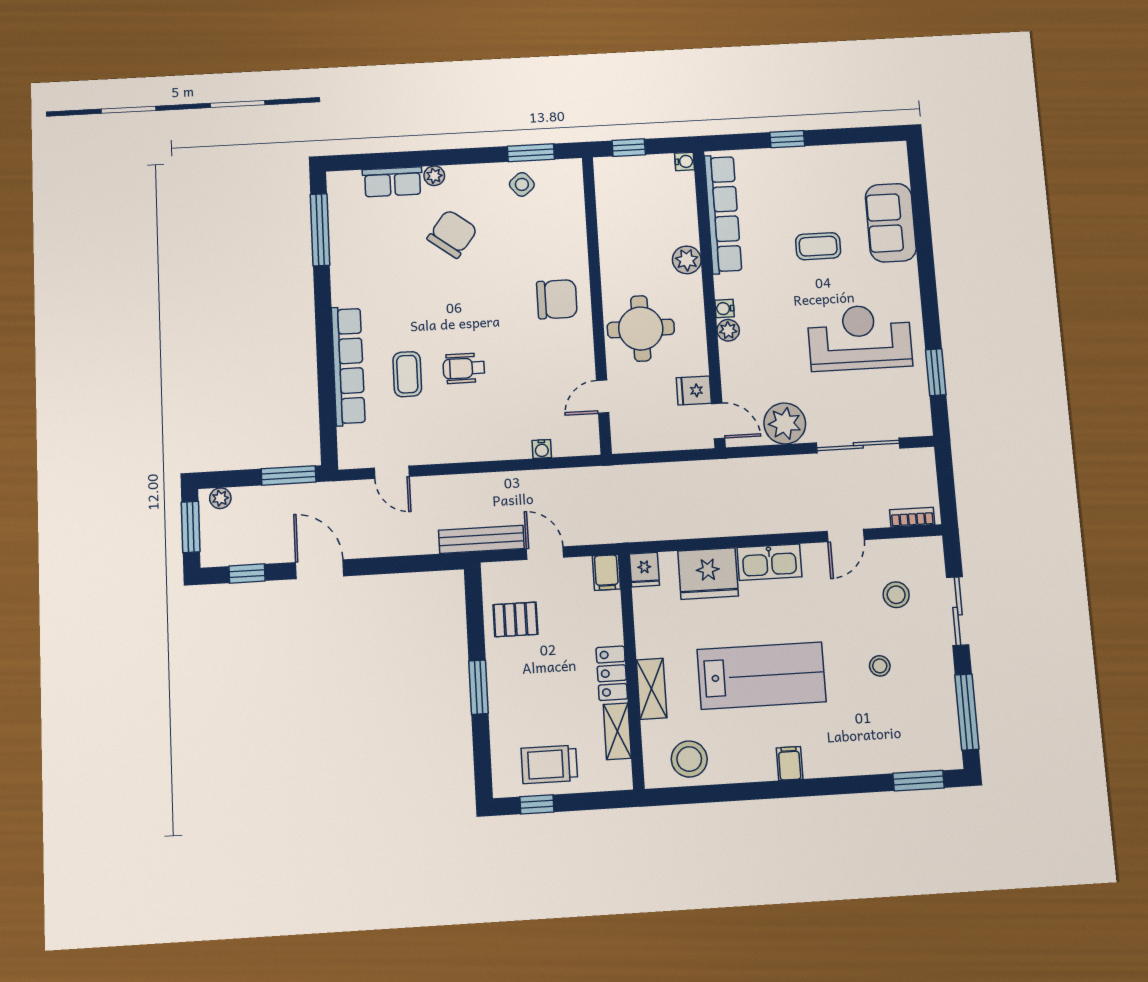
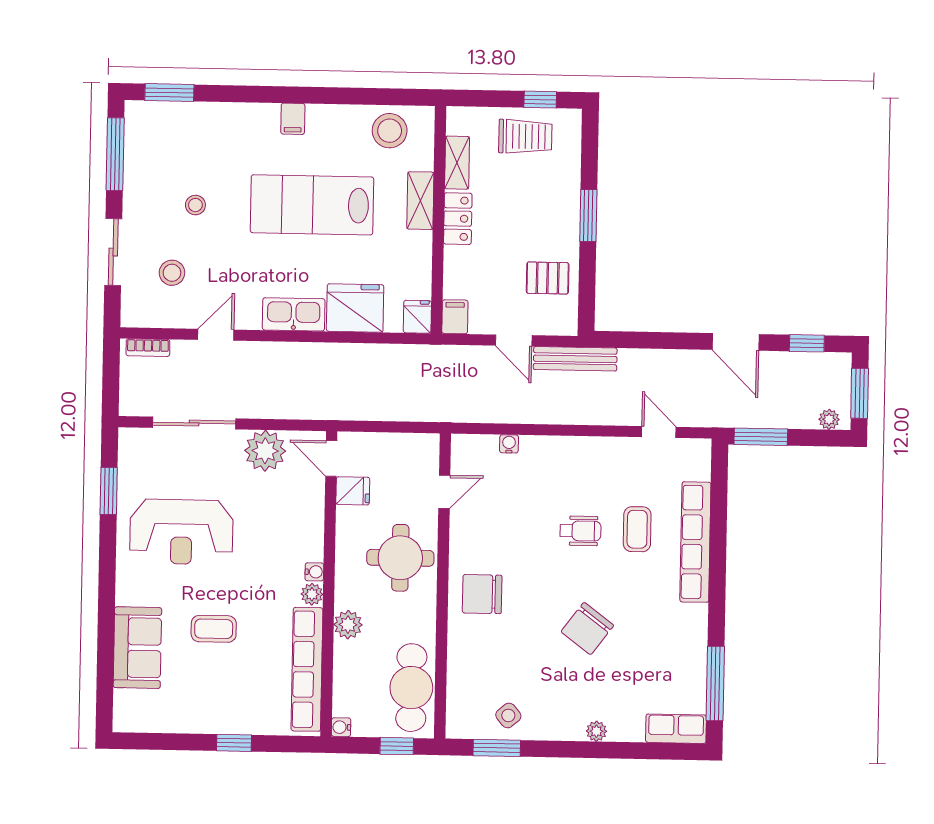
row of seats: (392, 182) -> (676, 729), moved
cafe table: (619, 204) -> (411, 688), added
chair: (452, 234) -> (587, 629), moved
plant: (728, 330) -> (312, 594), moved

